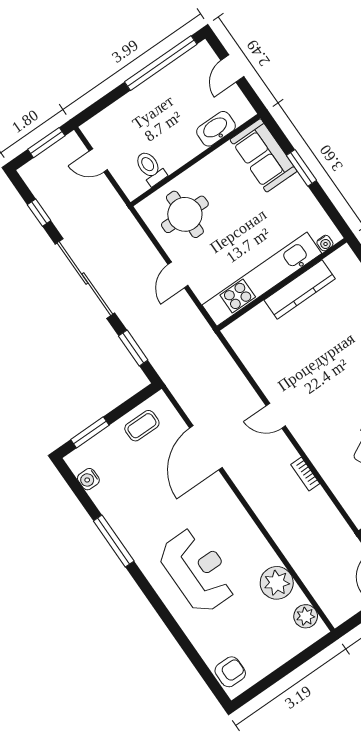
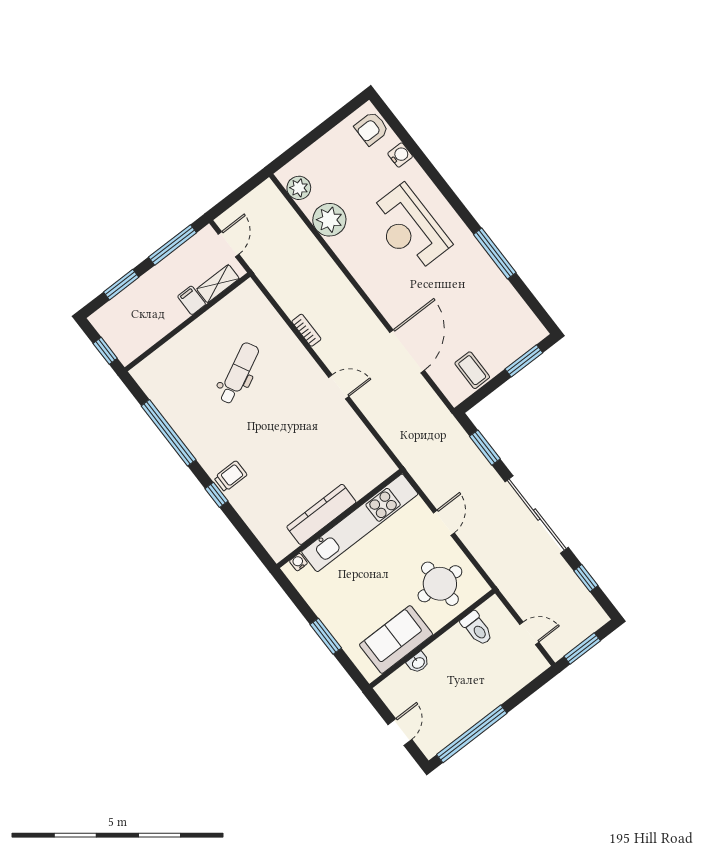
washbasin: (216, 129) -> (418, 663), width x0.52, depth x0.69
sofa: (264, 155) -> (396, 640), moved, turned -90
coffee table: (142, 426) -> (472, 370), turned 90
water cooler: (88, 479) -> (400, 155), moved

